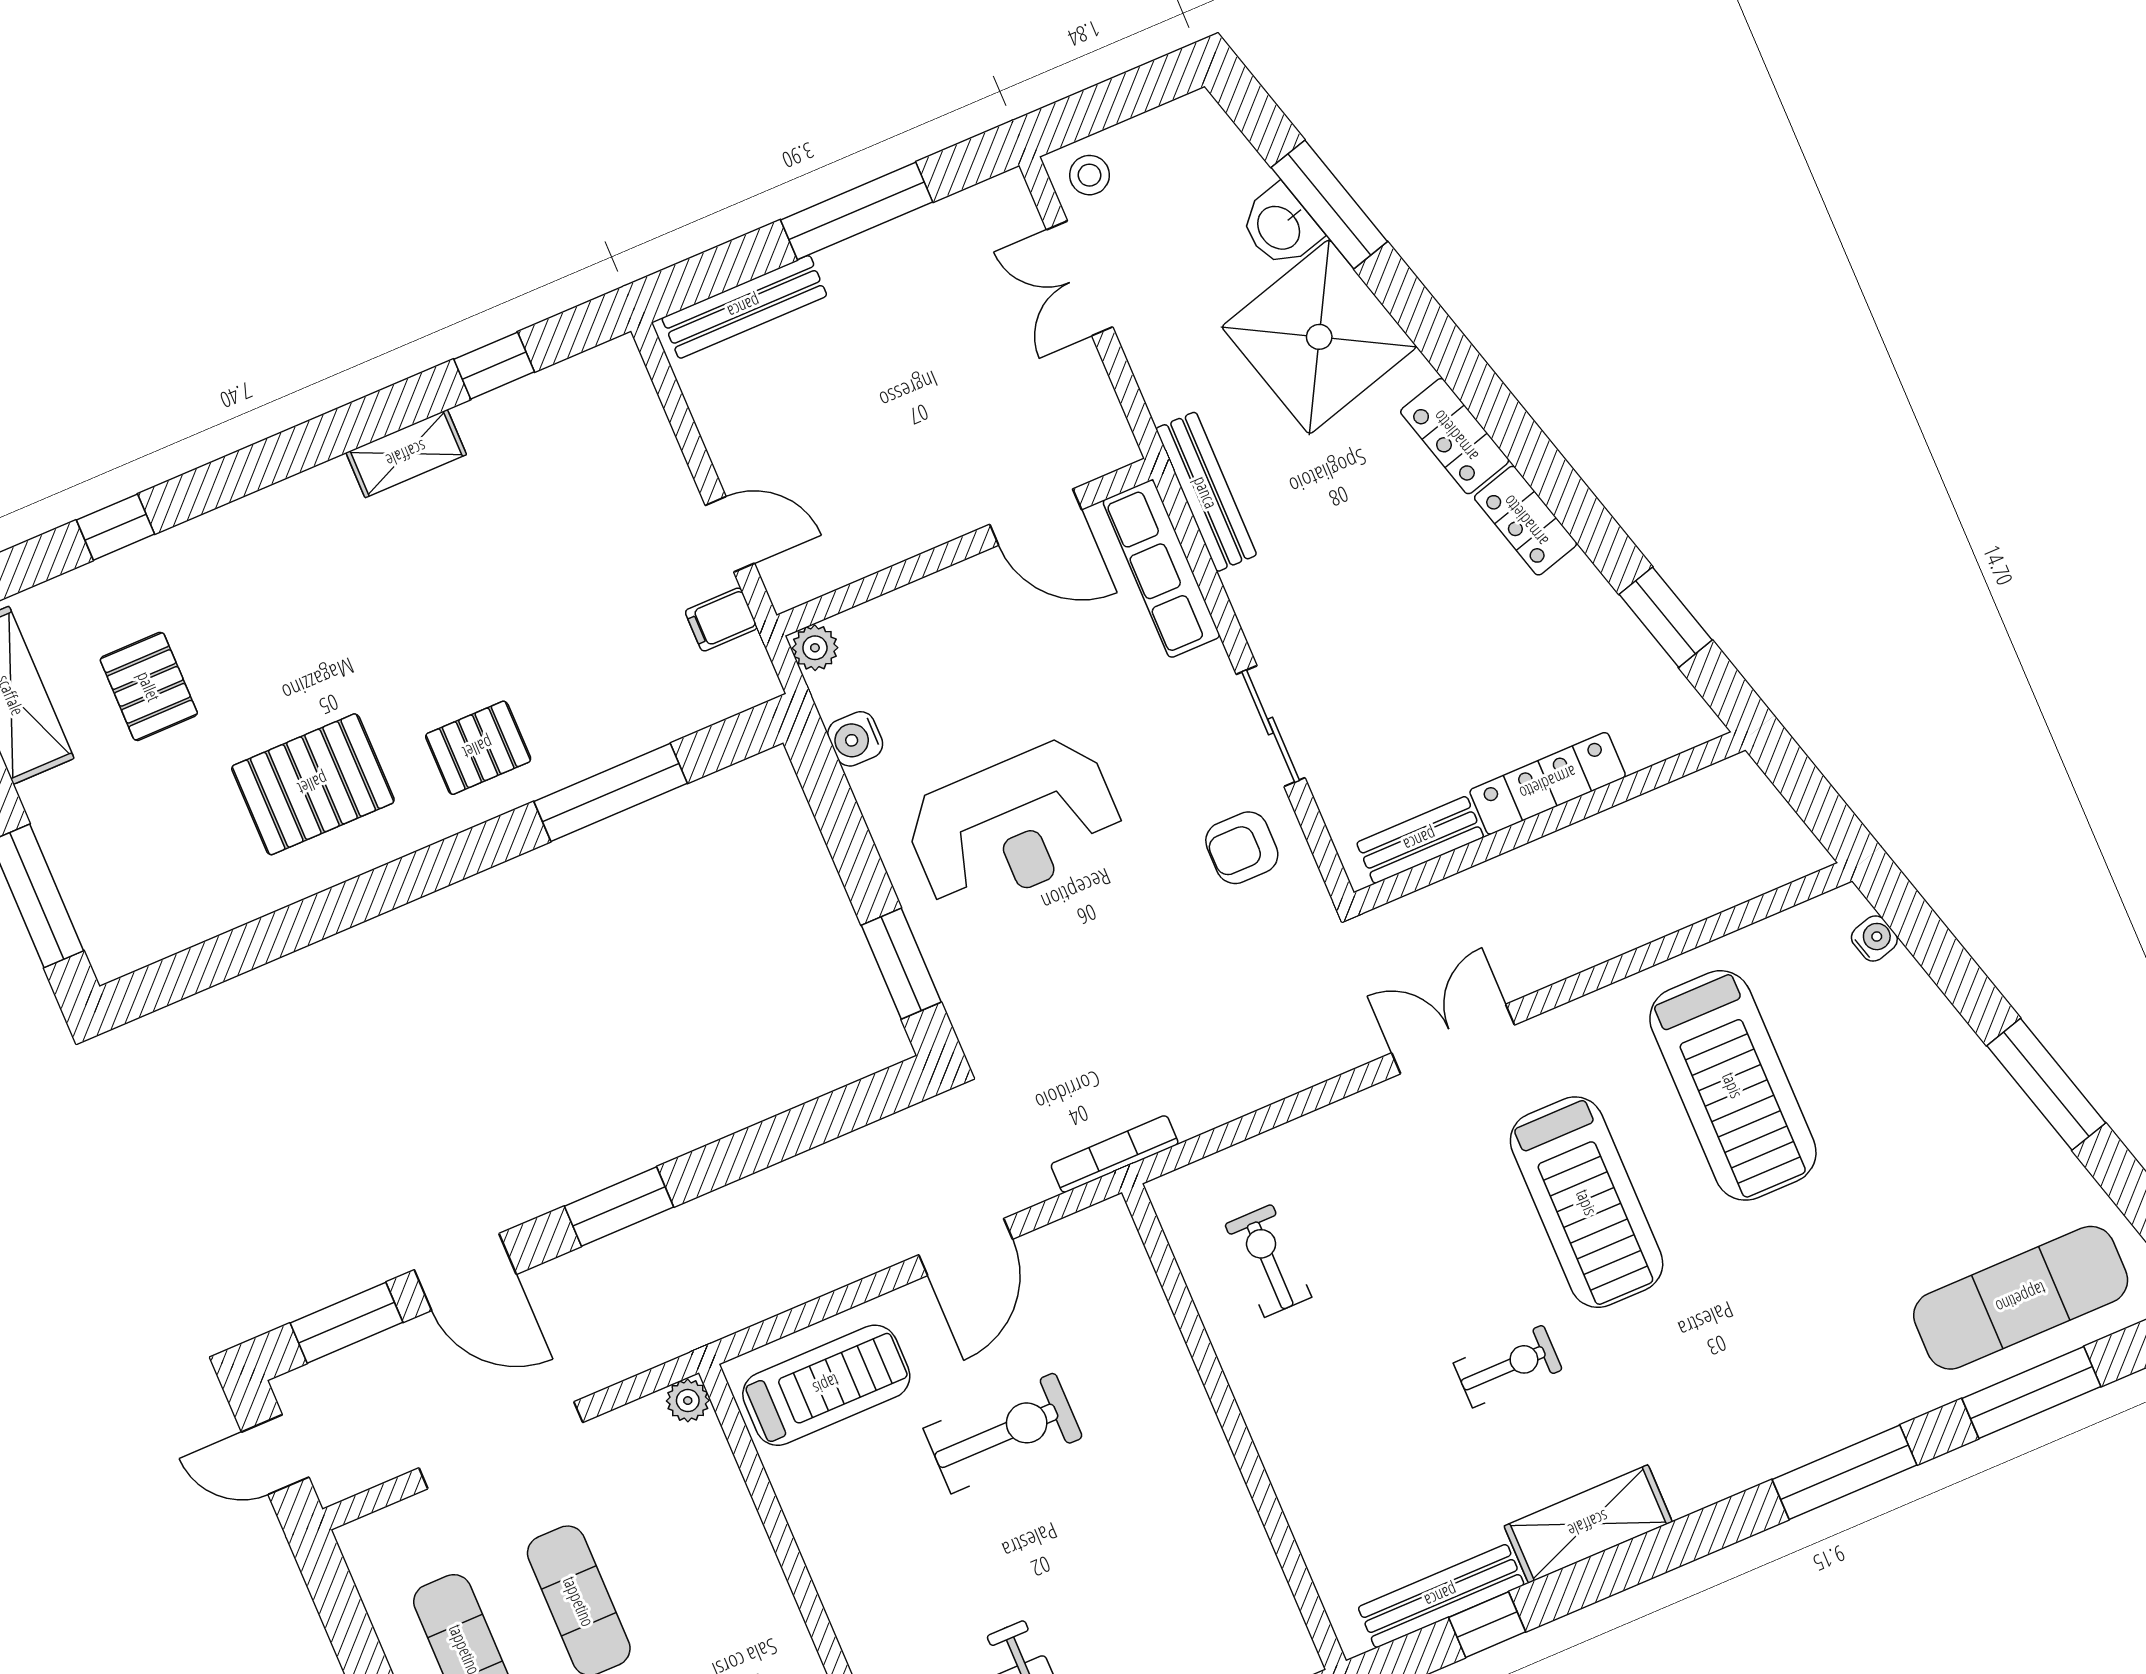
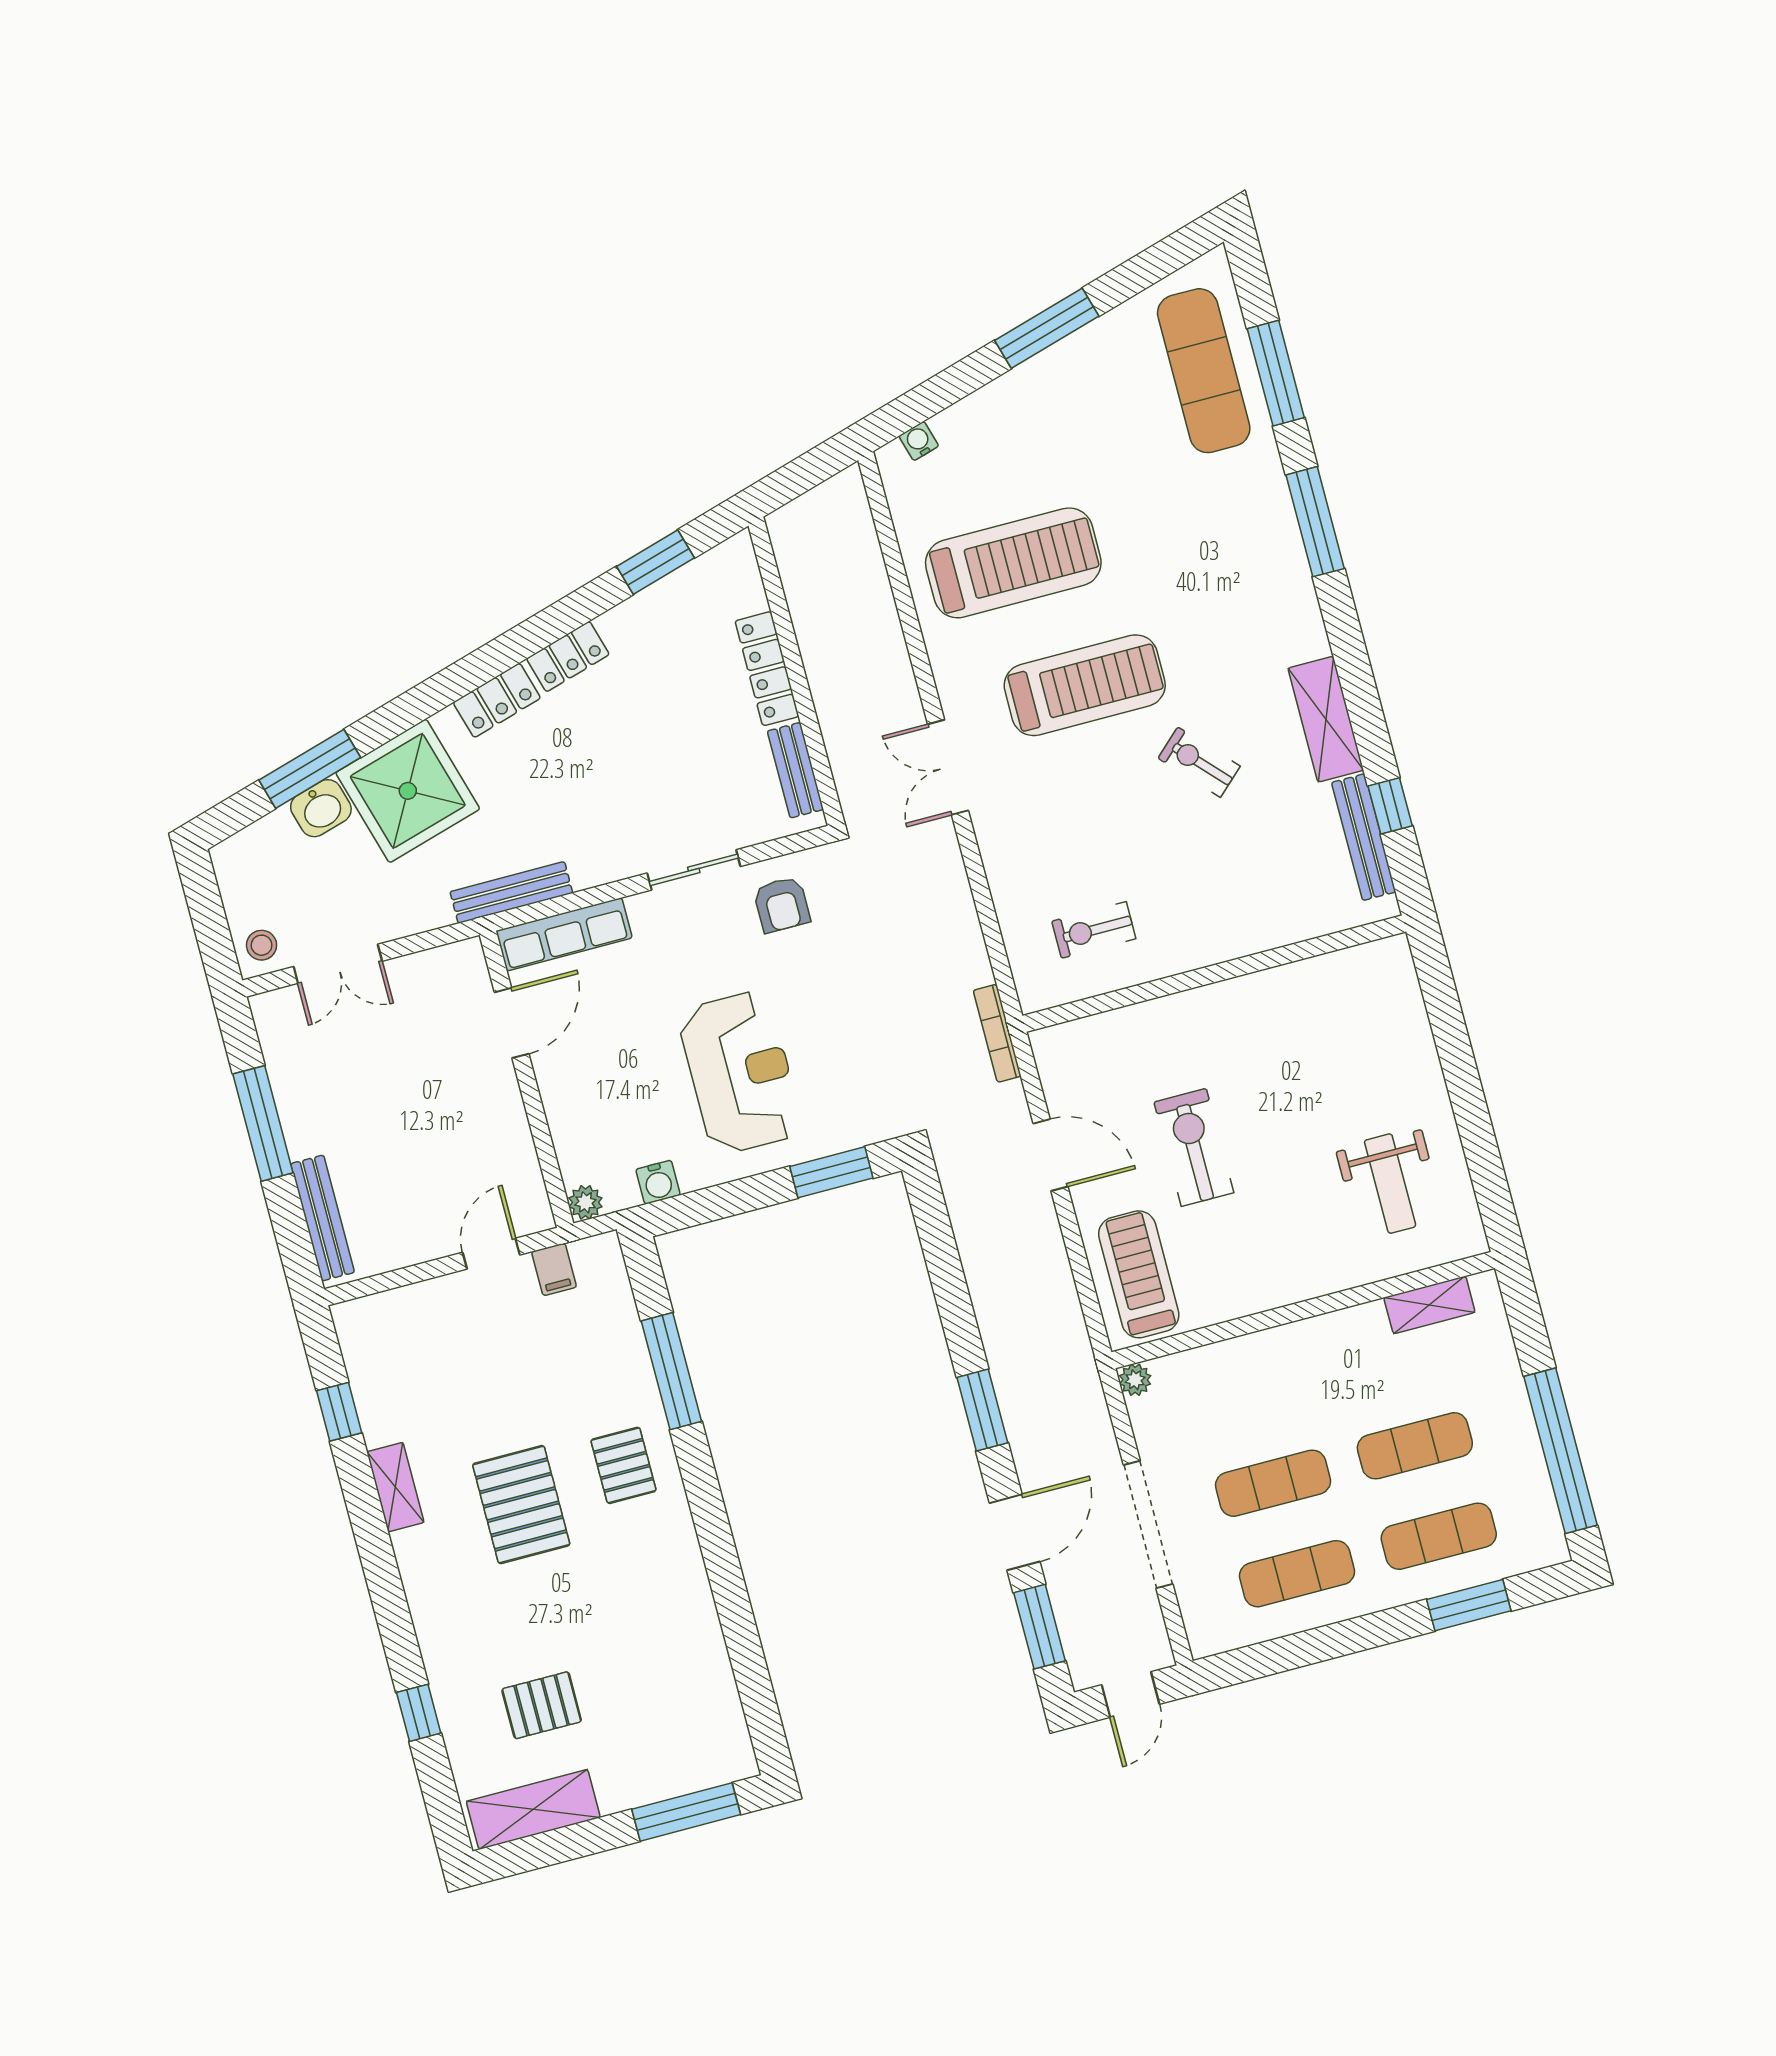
pallet: (313, 784) -> (521, 1505), moved
exercise bike: (1508, 1366) -> (1199, 762), turned -43

